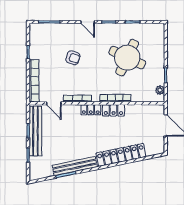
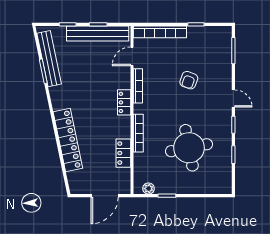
door: (88, 22) -> (233, 98), swing flipped
round table: (127, 58) -> (189, 148), turned -36
locker: (113, 110) -> (123, 153), moved
bench: (75, 166) -> (49, 59), moved

